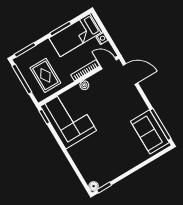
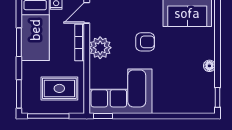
plant: (84, 85) -> (100, 48), width x1.88, depth x1.88
armchair: (112, 115) -> (145, 42), added
floor lamp: (94, 186) -> (209, 66), moved

